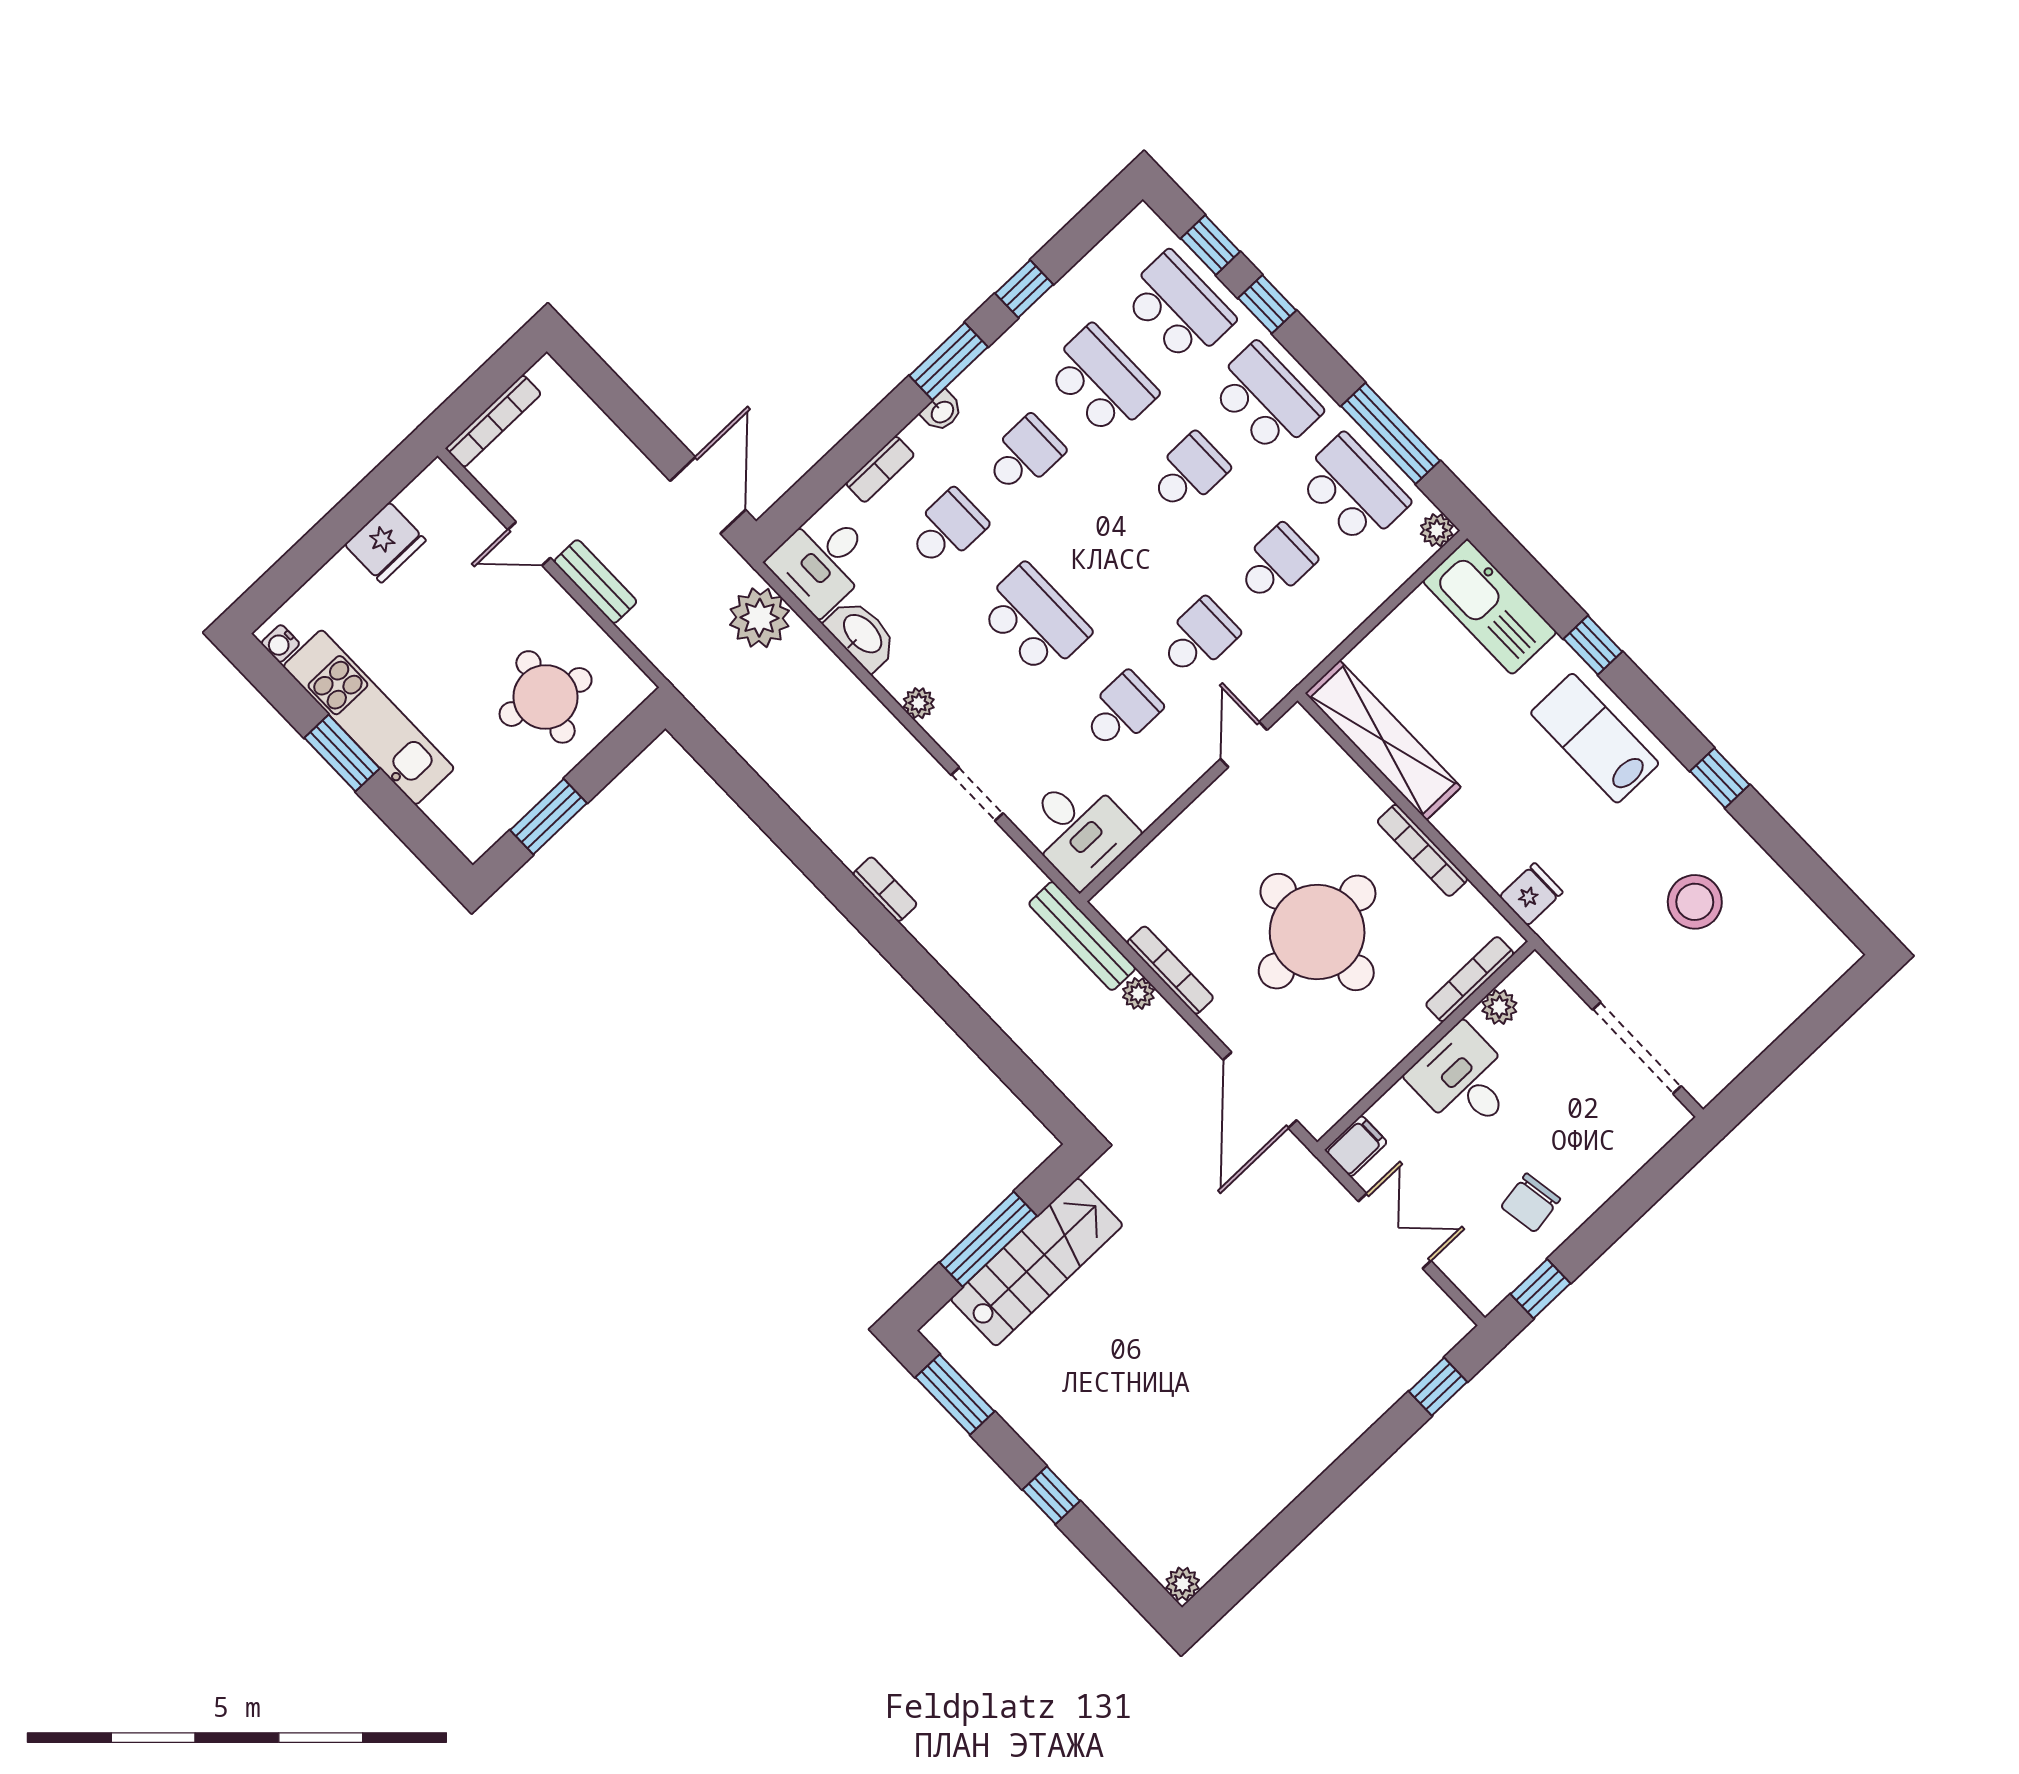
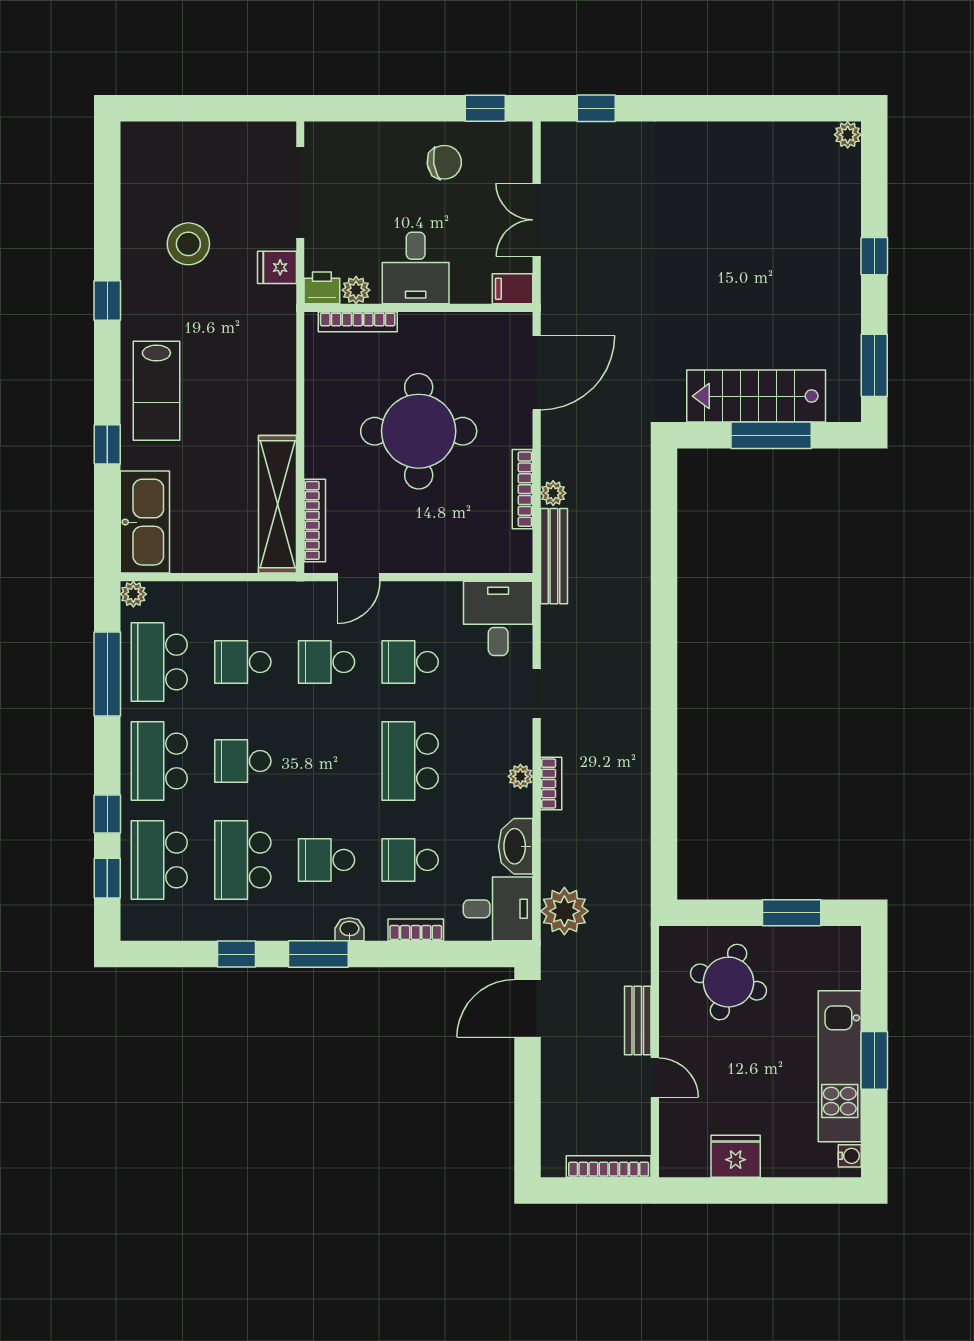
bookcase: (1422, 850) -> (315, 520), moved
bookcase: (885, 889) -> (551, 784), moved, turned 180
fridge: (1531, 894) -> (277, 267), moved
printer: (1533, 979) -> (322, 288), added

